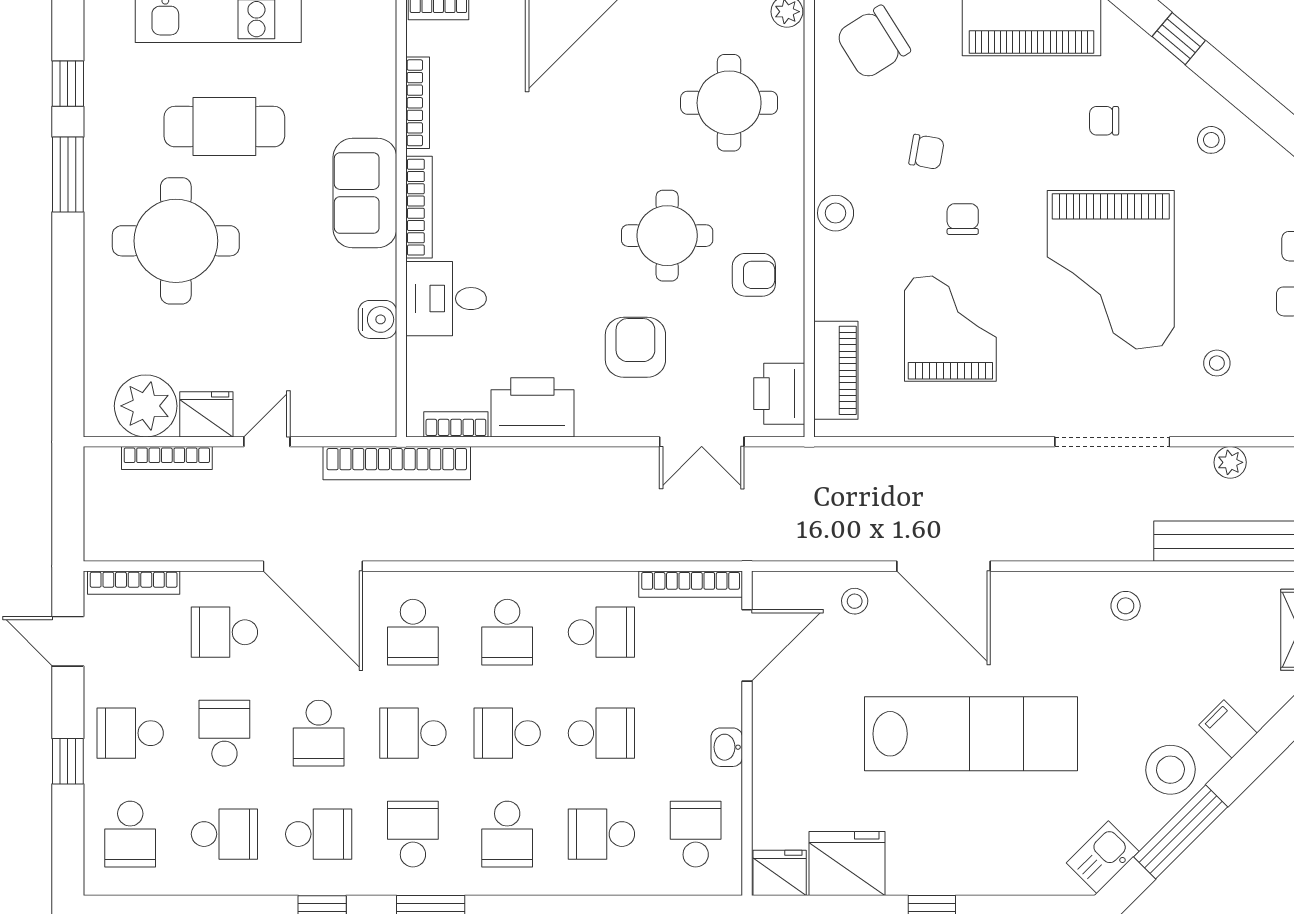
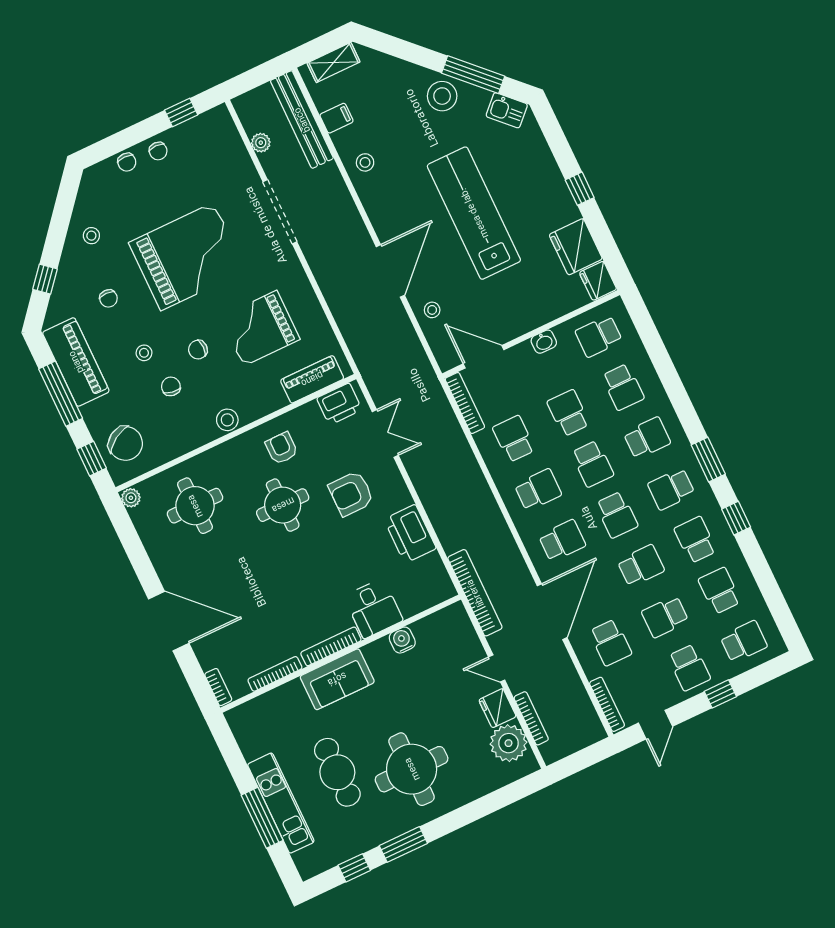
stool: (1217, 363) -> (144, 353), moved
bookcase: (456, 424) -> (439, 571), removed
filing cabinet: (1228, 729) -> (337, 118), moved, turned -135

